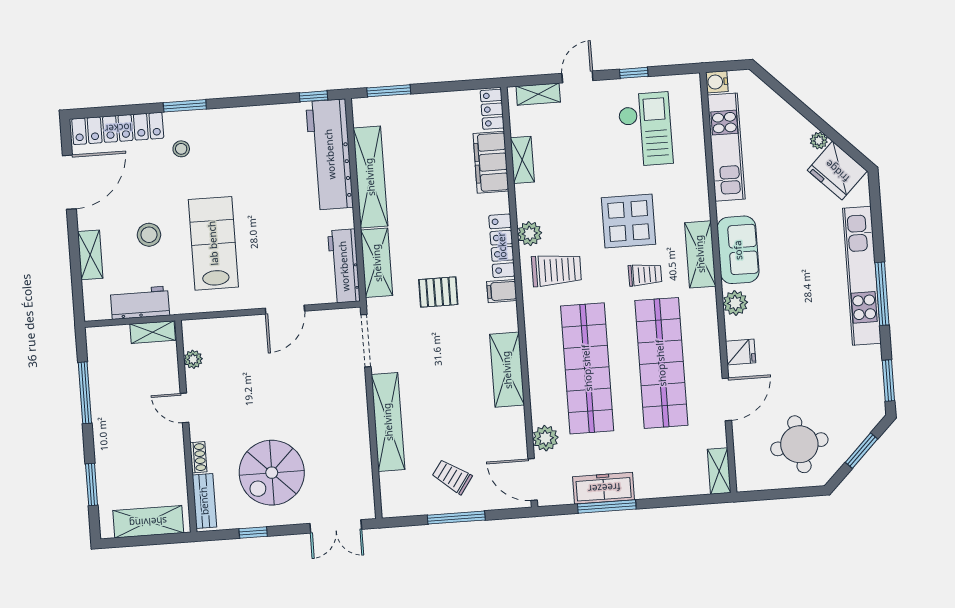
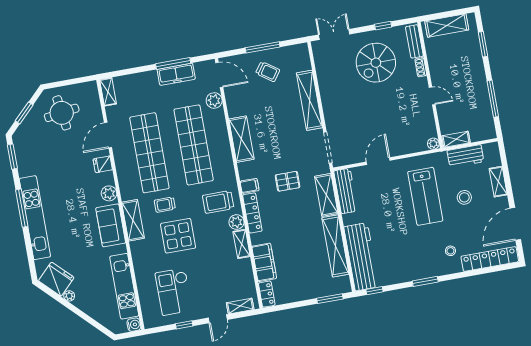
window: (185, 106) -> (425, 281), moved
shelving: (522, 160) -> (242, 244), moved
plant: (193, 359) -> (433, 144), moved
spiral stairs: (272, 473) -> (376, 63), turned 180

